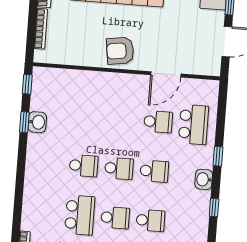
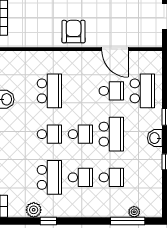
armchair: (120, 51) -> (74, 32), turned 98
door: (166, 74) -> (115, 49), hinge flipped
school desk: (87, 116) -> (49, 91), added
school desk: (154, 171) -> (111, 134), width x1.85

